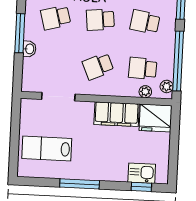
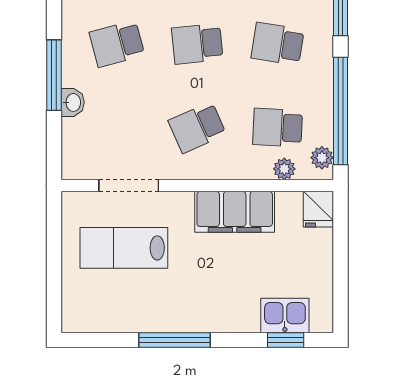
fridge: (156, 118) -> (318, 209), width x0.53, depth x0.75
lab bench: (47, 148) -> (124, 248), moved

